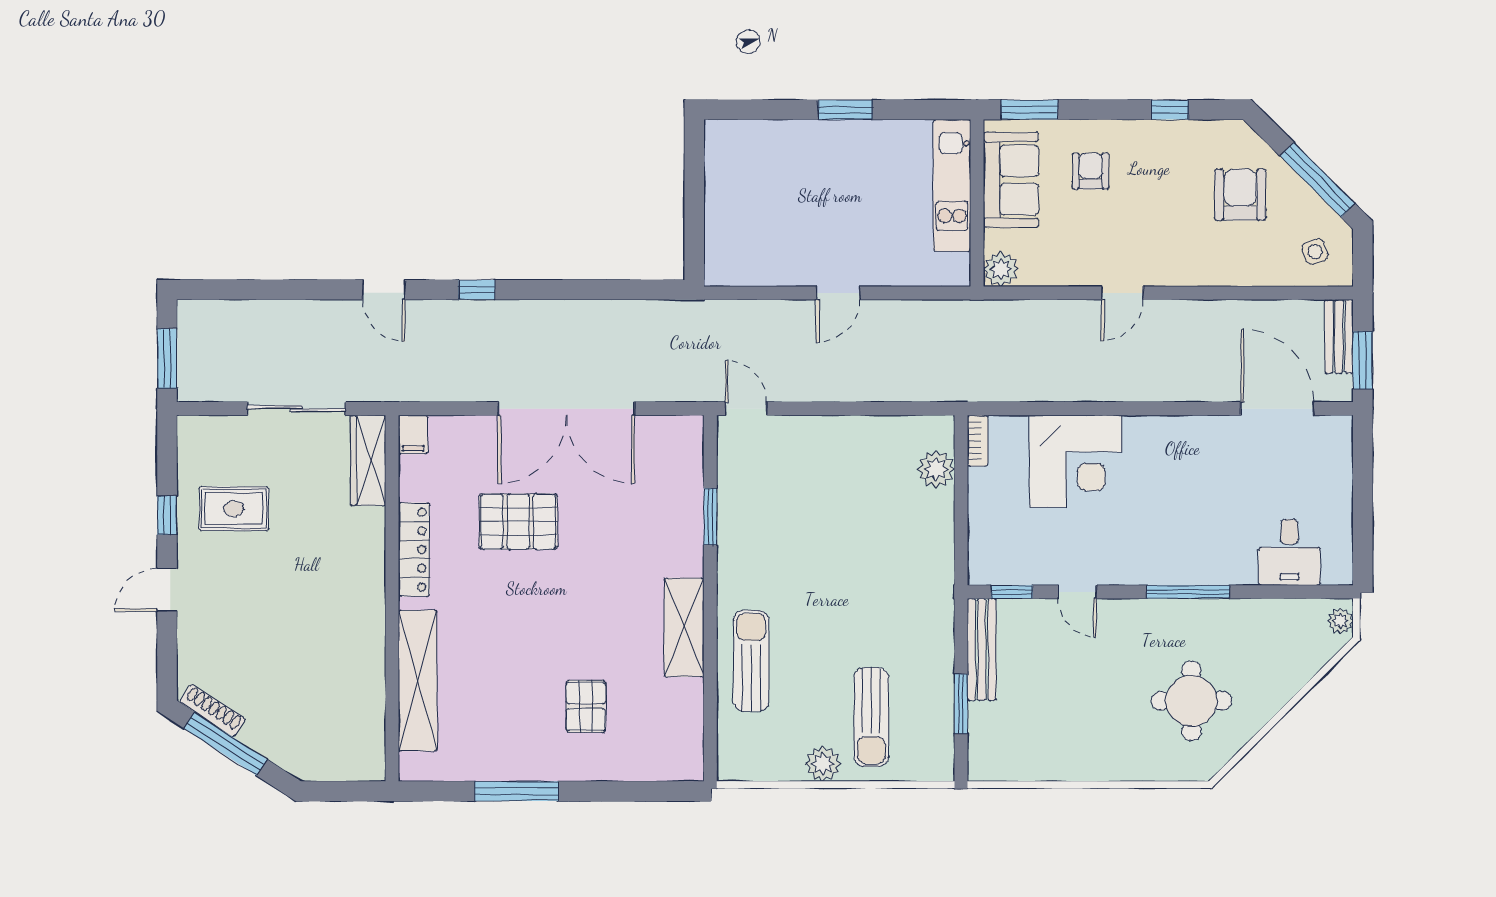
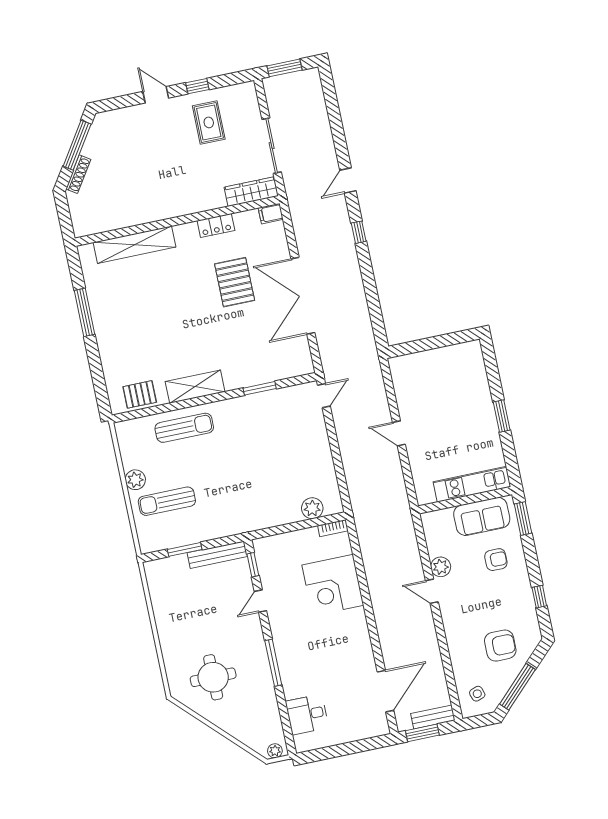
plant: (1001, 269) -> (441, 567), moved
locker: (414, 550) -> (216, 226), width x0.66
pallet: (586, 706) -> (140, 394), moved
shoe rack: (212, 711) -> (78, 174), moved

